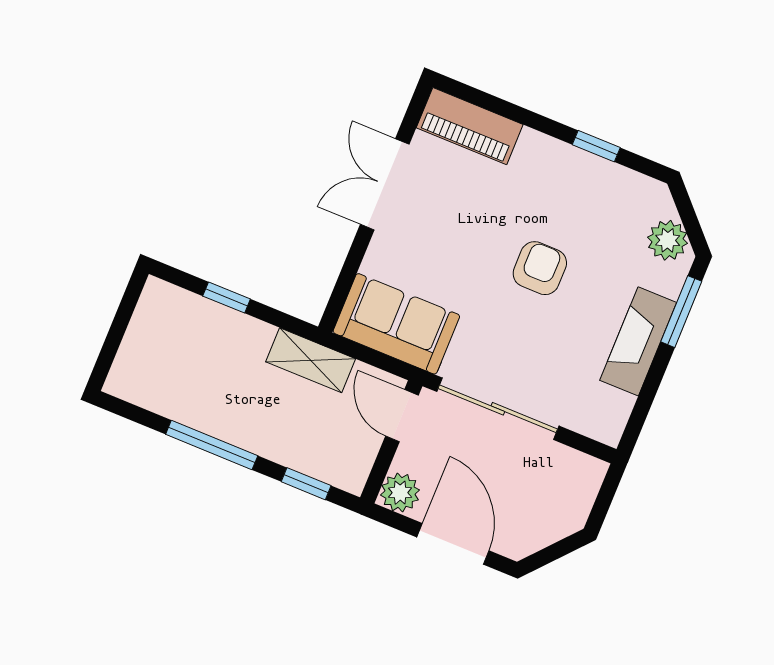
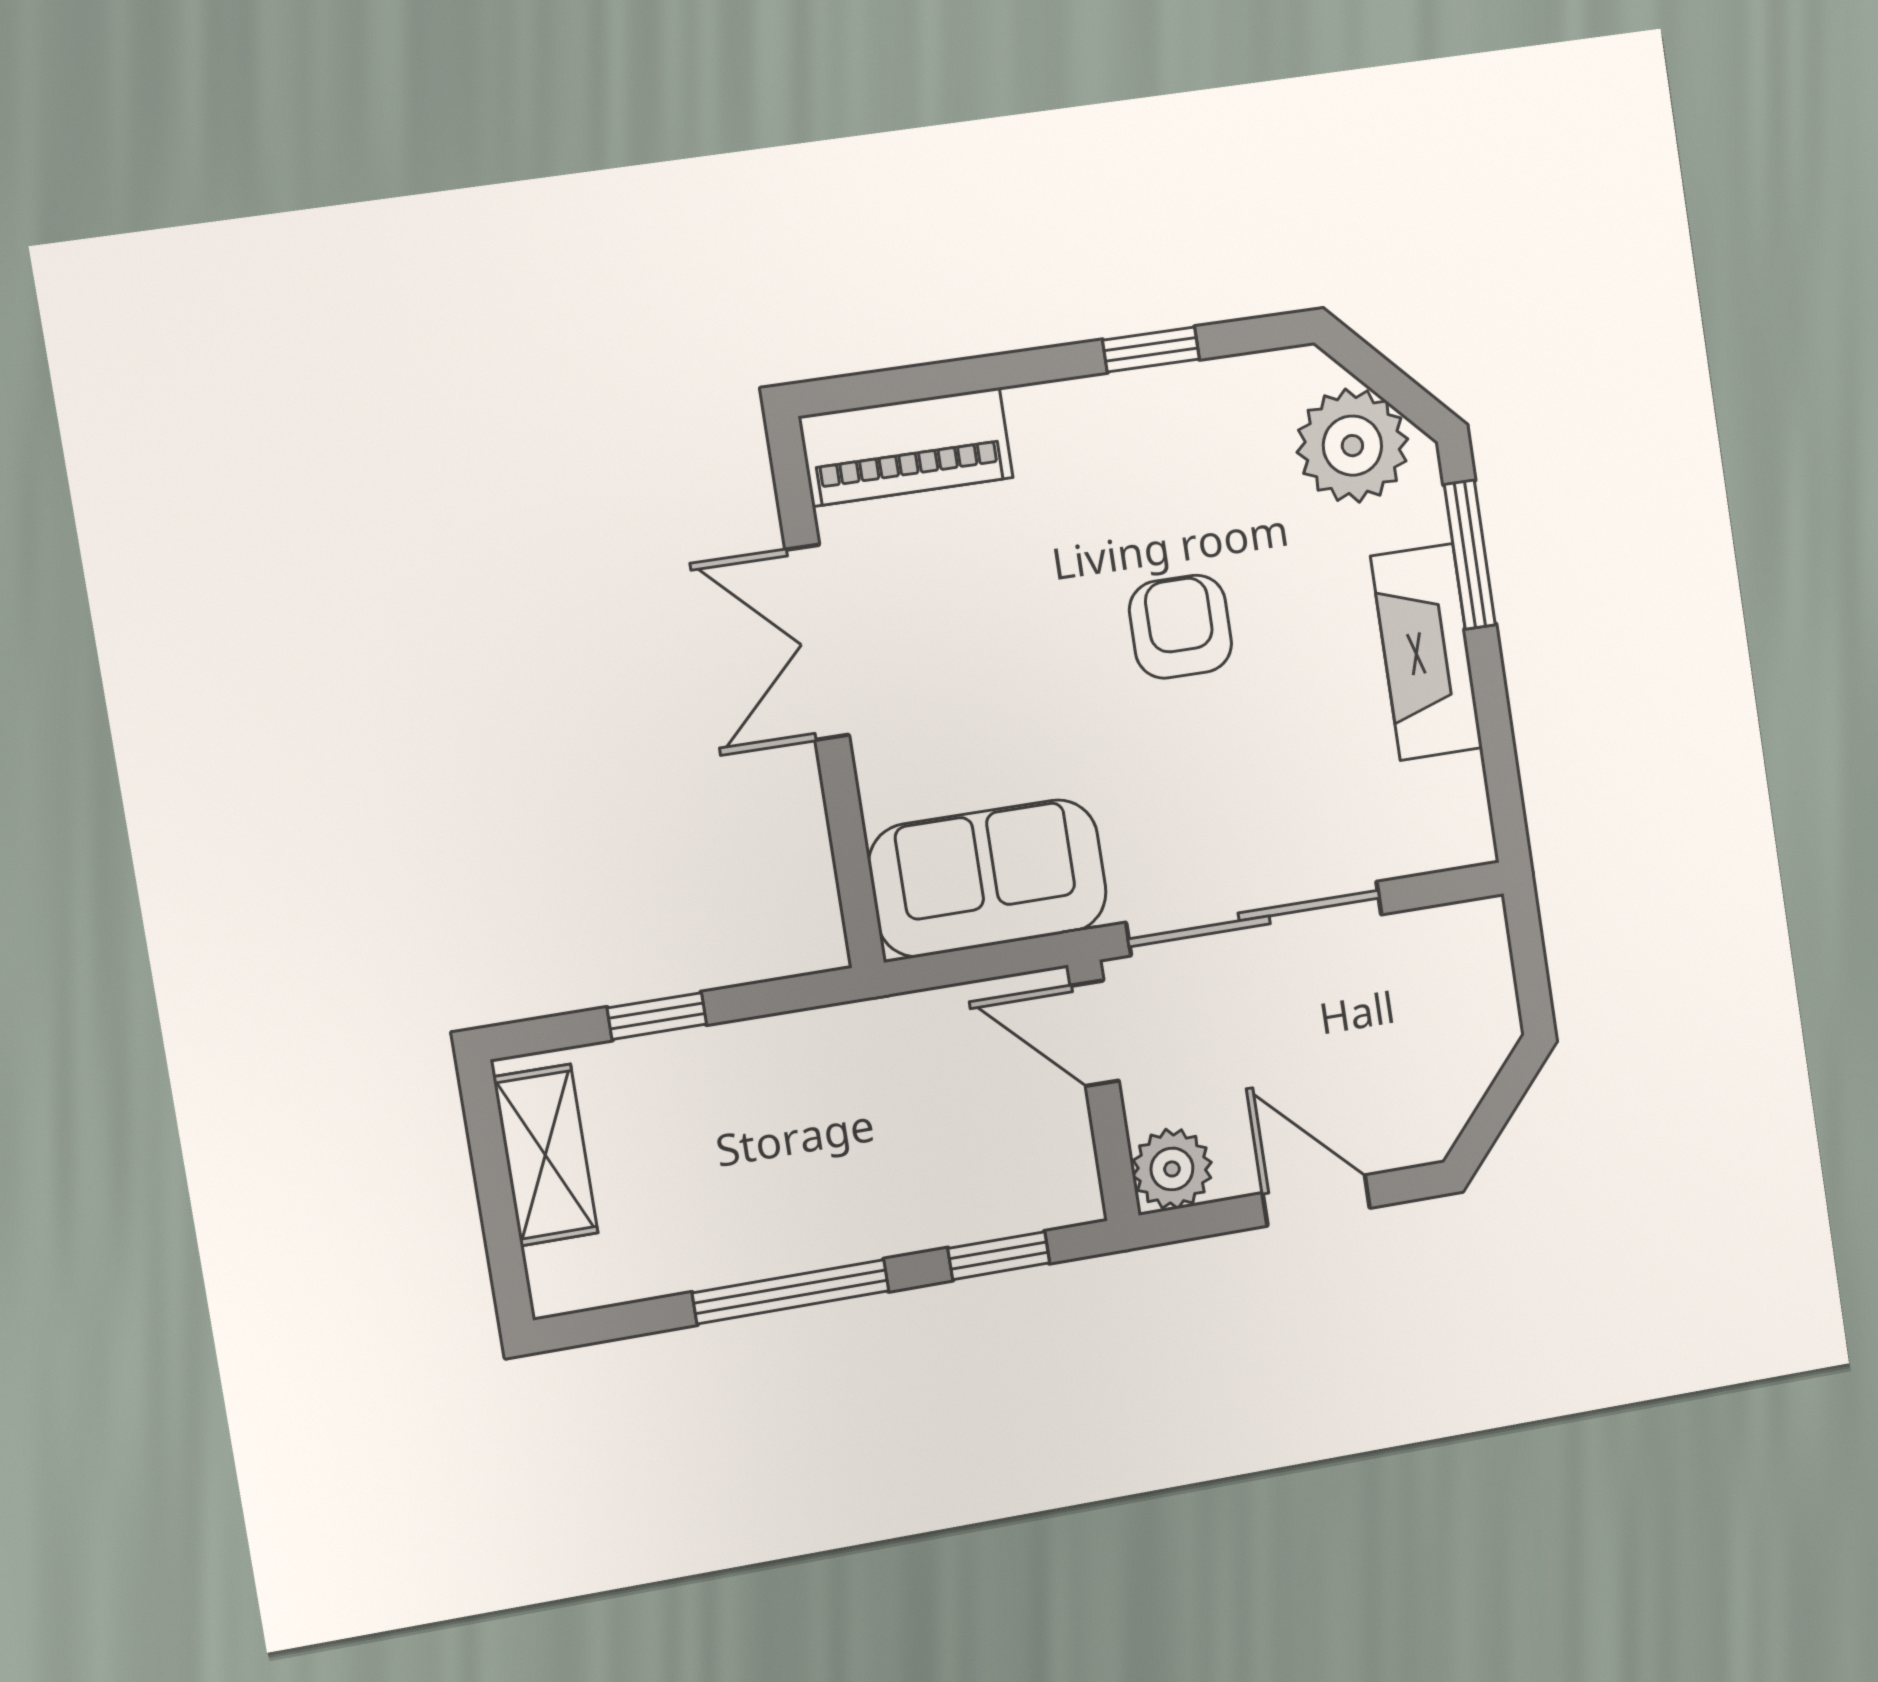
plant: (668, 240) -> (1352, 446), width x1.36, depth x1.36
shelving: (311, 360) -> (545, 1155), moved, turned 90
door: (453, 544) -> (1316, 1200), width x0.73

